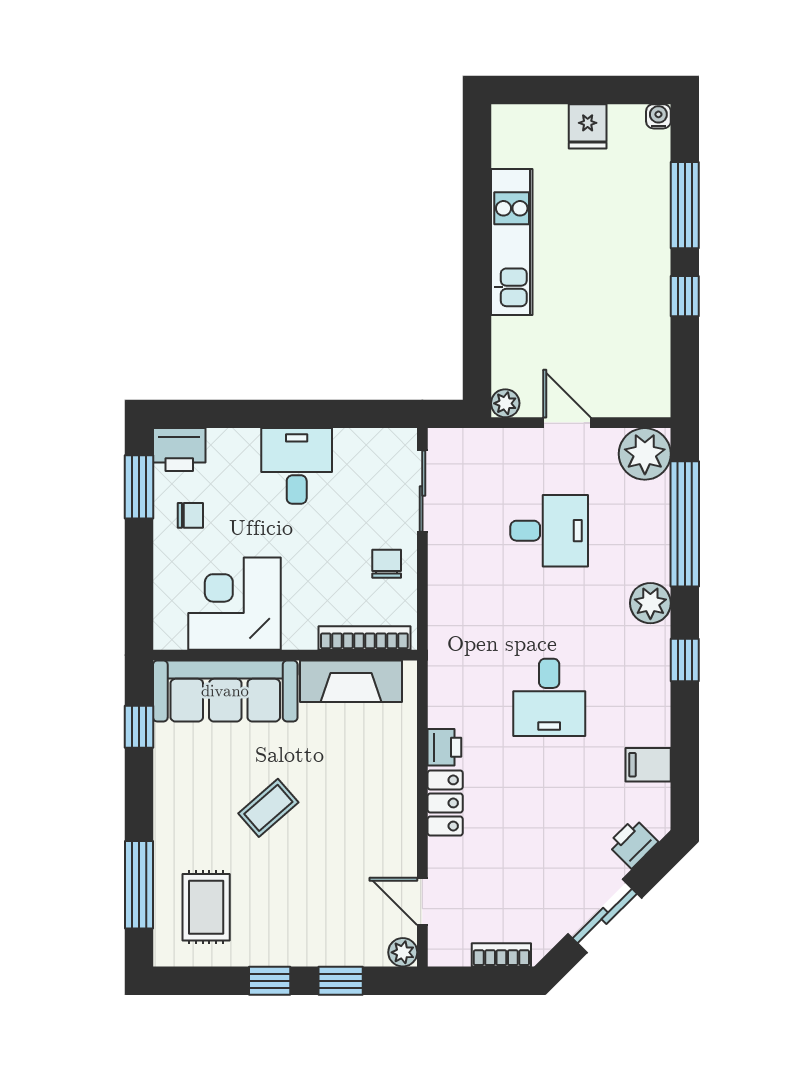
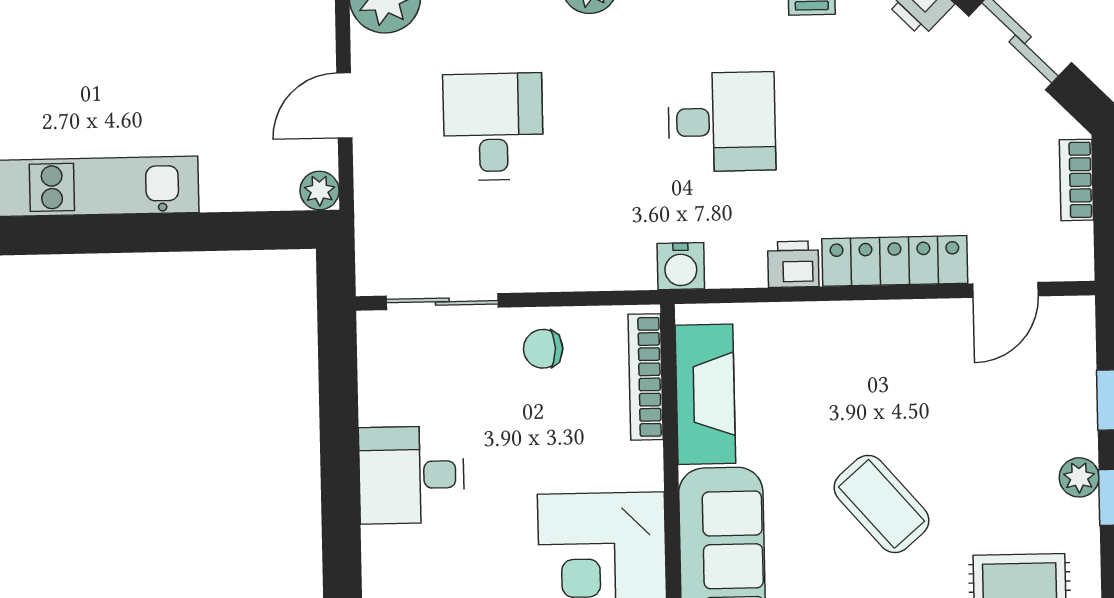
water cooler: (445, 665) -> (681, 266), added
locker: (445, 803) -> (895, 261), width x1.53
coffee table: (268, 808) -> (882, 504), width x1.36, depth x1.30
plant: (403, 952) -> (1079, 477), moved

